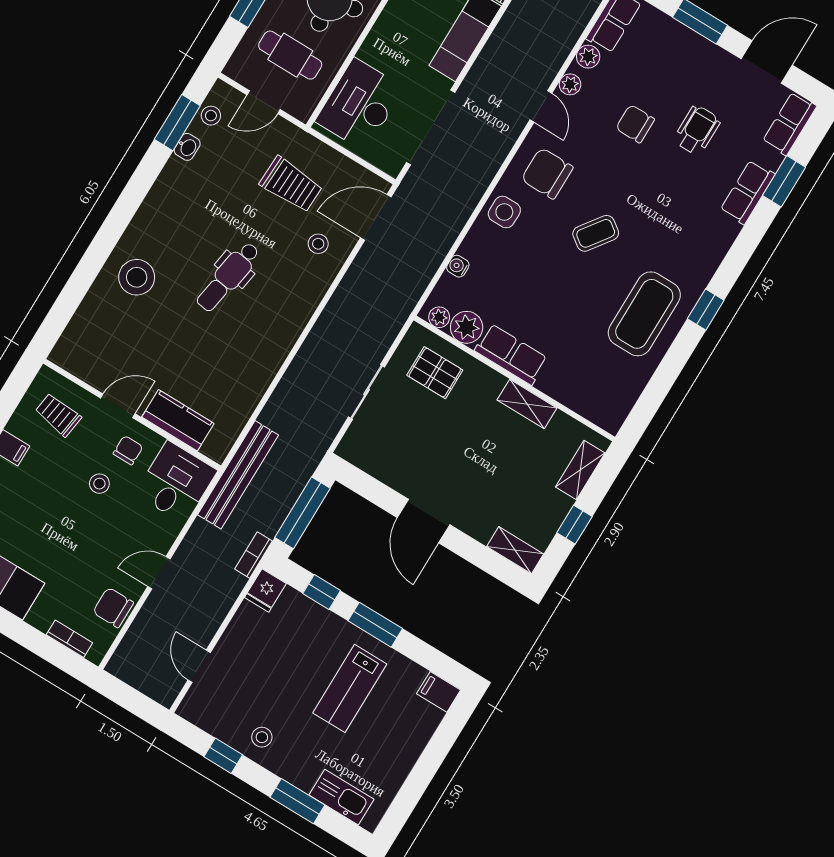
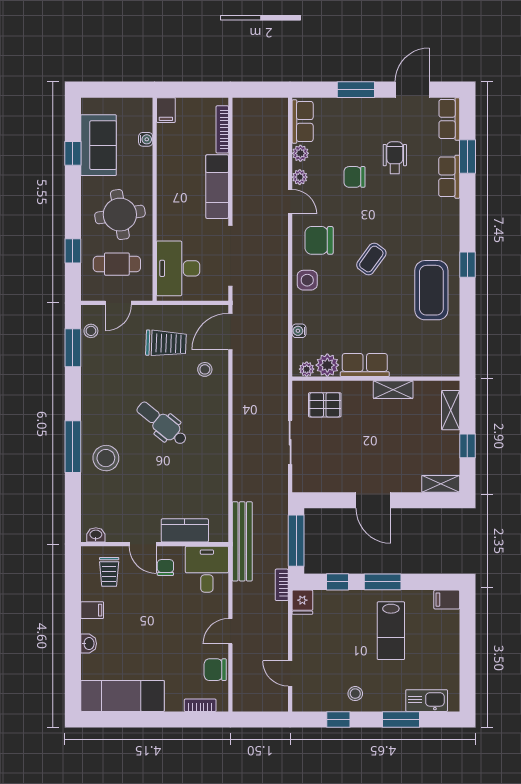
washbasin: (187, 147) -> (96, 535), moved, turned -90
window: (106, 240) -> (73, 447), added
dental chair: (228, 277) -> (162, 423), turned 120
door: (118, 406) -> (143, 544), swing flipped
trolley: (58, 415) -> (109, 572), turned -98
stool: (99, 484) -> (160, 599), removed

